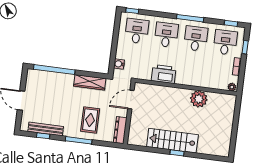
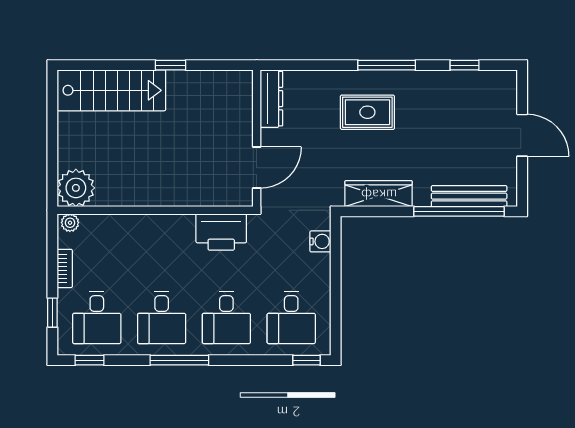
plant: (199, 99) -> (76, 188), moved
door: (131, 100) -> (257, 168), moved
wall: (129, 113) -> (257, 138), moved
rug: (90, 120) -> (367, 112), turned 90
bench: (46, 129) -> (469, 196), moved
dresser: (120, 130) -> (271, 99), moved
stairs: (172, 141) -> (111, 90), moved

